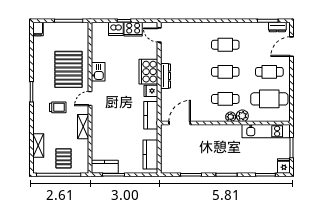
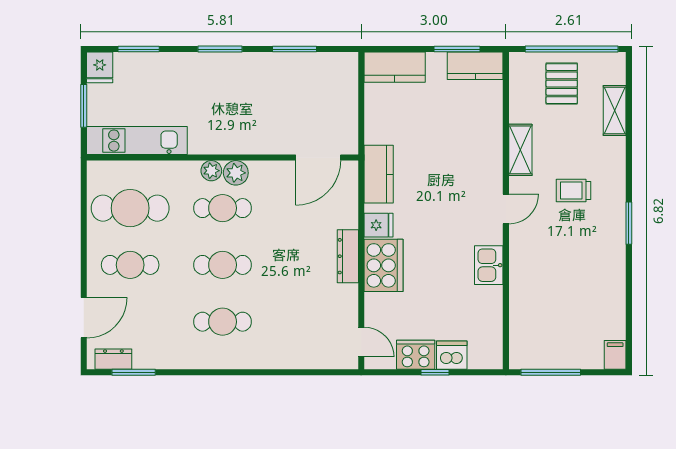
pallet: (68, 69) -> (551, 270), removed
plant: (242, 116) -> (236, 173), moved
kitchen counter: (150, 154) -> (395, 67), moved, turned 90

